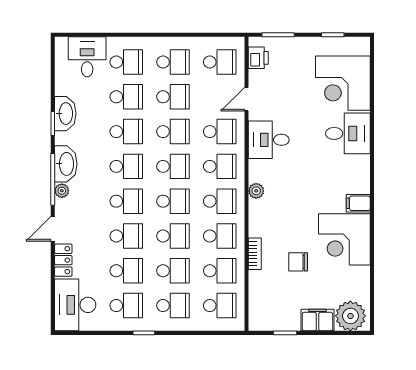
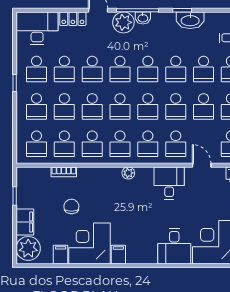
washbasin: (66, 164) -> (143, 18), width x0.52, depth x0.69
plant: (62, 191) -> (123, 22), width x1.88, depth x1.88
bookcase: (255, 254) -> (64, 172), moved
filing cabinet: (358, 275) -> (61, 255), added

